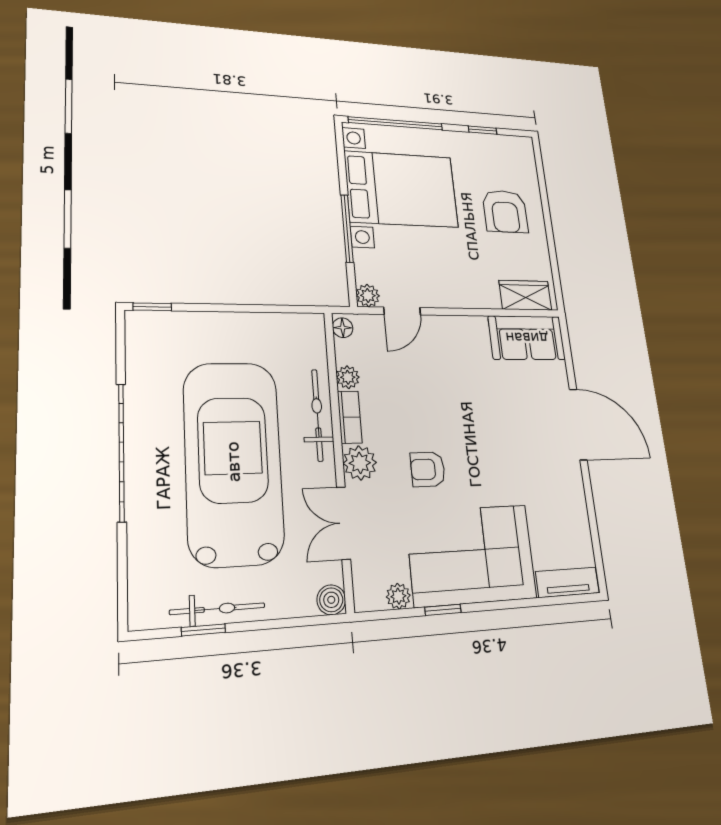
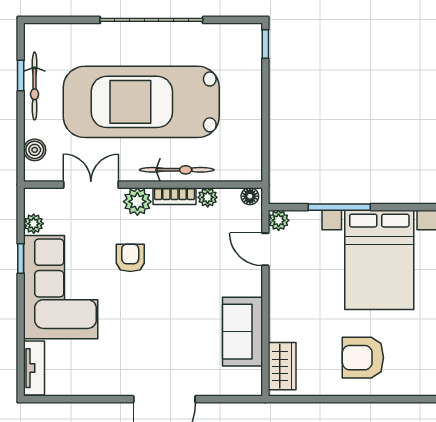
sofa: (527, 338) -> (242, 332), moved
car: (233, 462) -> (141, 102), turned 180
boiler: (331, 600) -> (35, 150), moved

